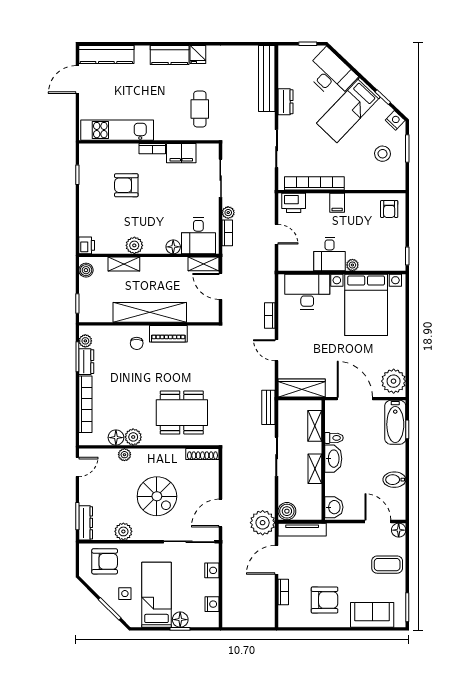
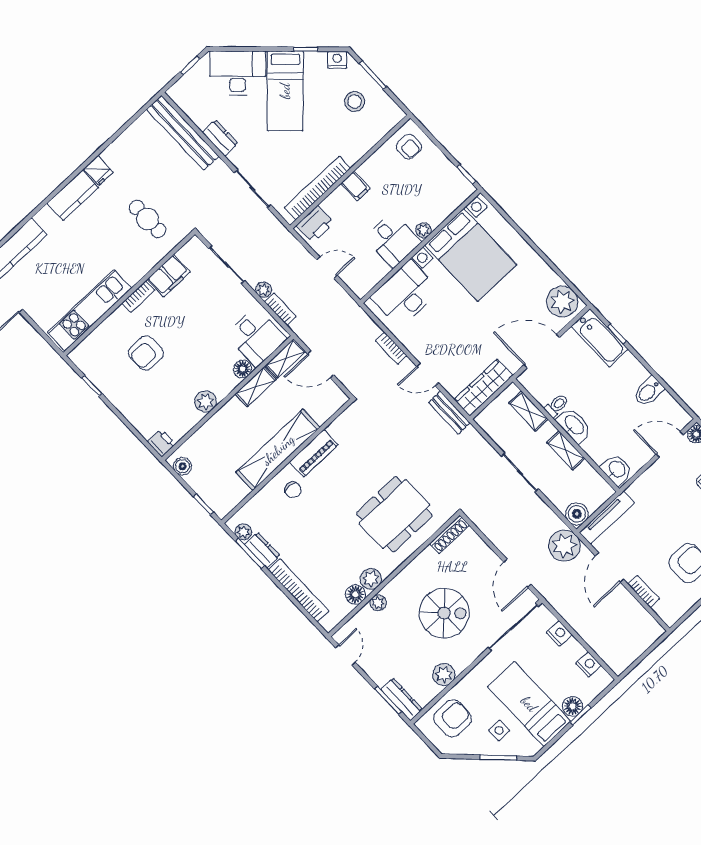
shelving: (124, 264) -> (256, 387), moved
bench: (268, 407) -> (449, 413), moved

